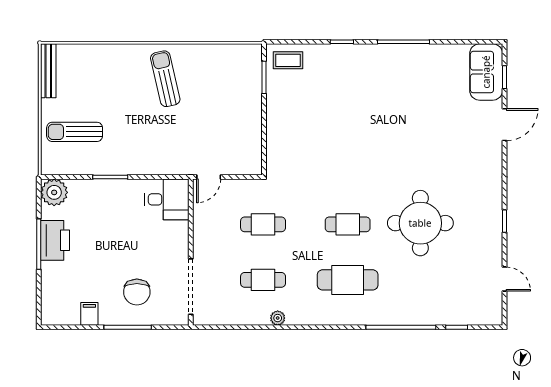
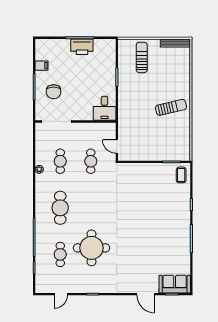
door: (209, 177) -> (117, 147), moved
plant: (54, 192) -> (108, 46), removed
cafe table: (348, 224) -> (60, 254), moved
chair: (137, 292) -> (54, 92), turned -90

